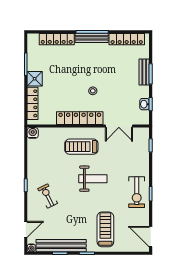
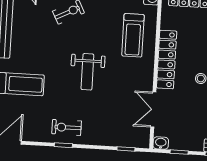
washbasin: (144, 104) -> (161, 143), moved
treadmill: (81, 147) -> (133, 35), moved, turned 180
exercise bike: (137, 192) -> (67, 127), width x0.73, depth x0.72

